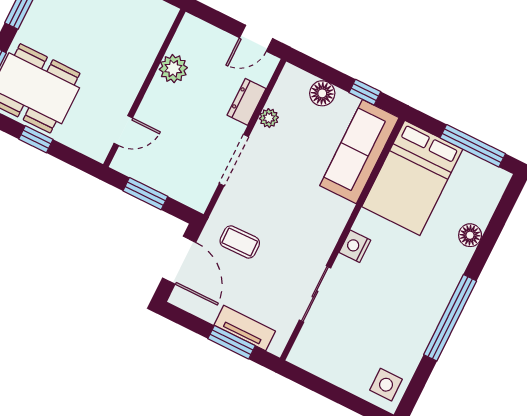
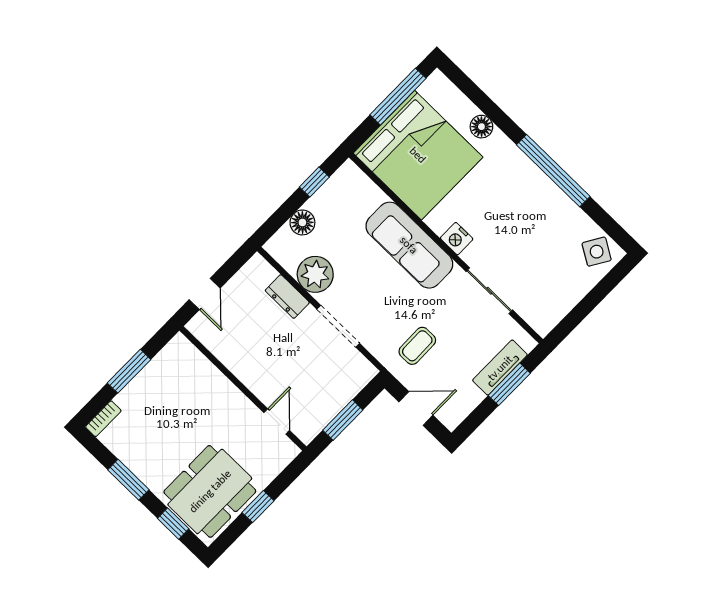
door: (256, 38) -> (205, 294), moved
plant: (173, 69) -> (233, 355), removed
plant: (269, 118) -> (315, 274), width x1.88, depth x1.88
sofa: (359, 152) -> (409, 245), moved
bed: (412, 178) -> (418, 155), width x1.36
door: (179, 260) -> (416, 408), width x0.73
side table: (386, 385) -> (597, 252), turned 31

